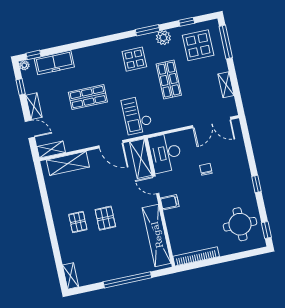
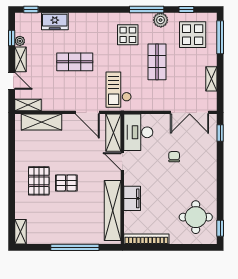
window: (148, 30) -> (147, 10), width x1.44
freezer: (54, 63) -> (55, 21), width x0.71
plant: (24, 65) -> (20, 41), moved
window: (256, 184) -> (220, 133), moved
filing cabinet: (170, 202) -> (132, 198), moved, width x2.00
pallet: (105, 218) -> (66, 183), turned 90
pallet: (78, 222) -> (39, 181), width x1.50, depth x1.42

